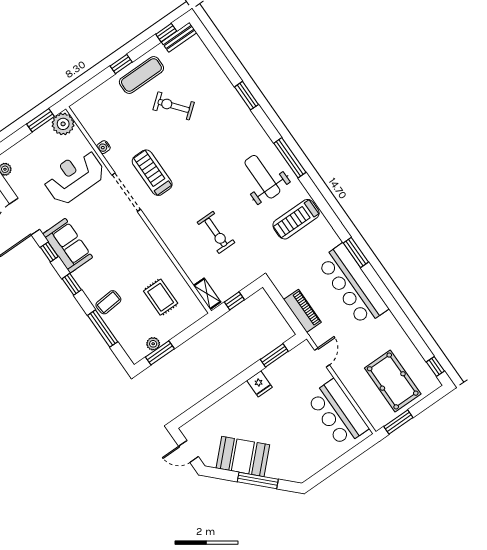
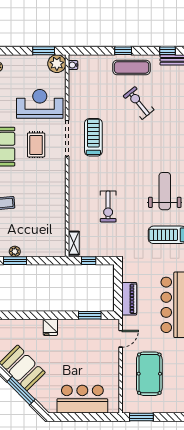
water cooler: (104, 147) -> (73, 65), moved
rug: (161, 297) -> (36, 145), moved
pool table: (393, 381) -> (149, 374), moved
fridge: (259, 384) -> (50, 327), moved
bar counter: (338, 413) -> (82, 399), moved, turned 90

